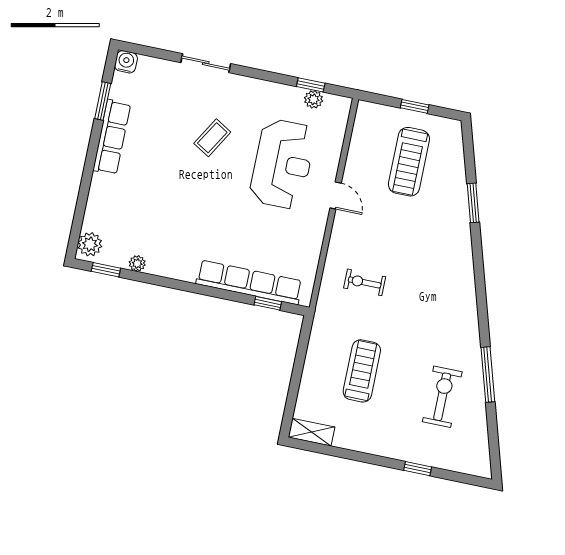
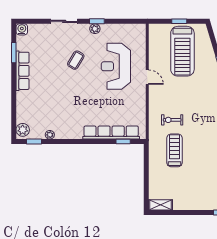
window: (311, 85) -> (97, 21), moved
plant: (314, 99) -> (95, 29), moved
treadmill: (409, 162) -> (182, 51), width x1.37, depth x1.38
reception desk: (283, 164) -> (116, 66), turned 180
treadmill: (362, 371) -> (175, 150), moved

